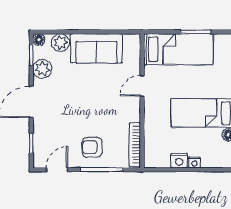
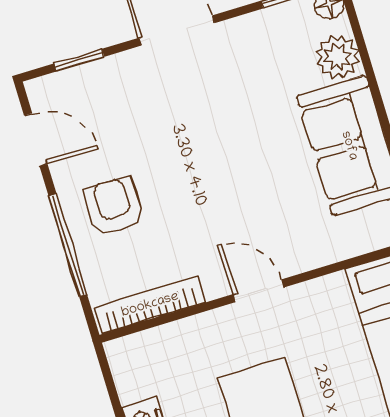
plant: (42, 69) -> (263, 33), removed
door: (142, 86) -> (259, 291), moved

